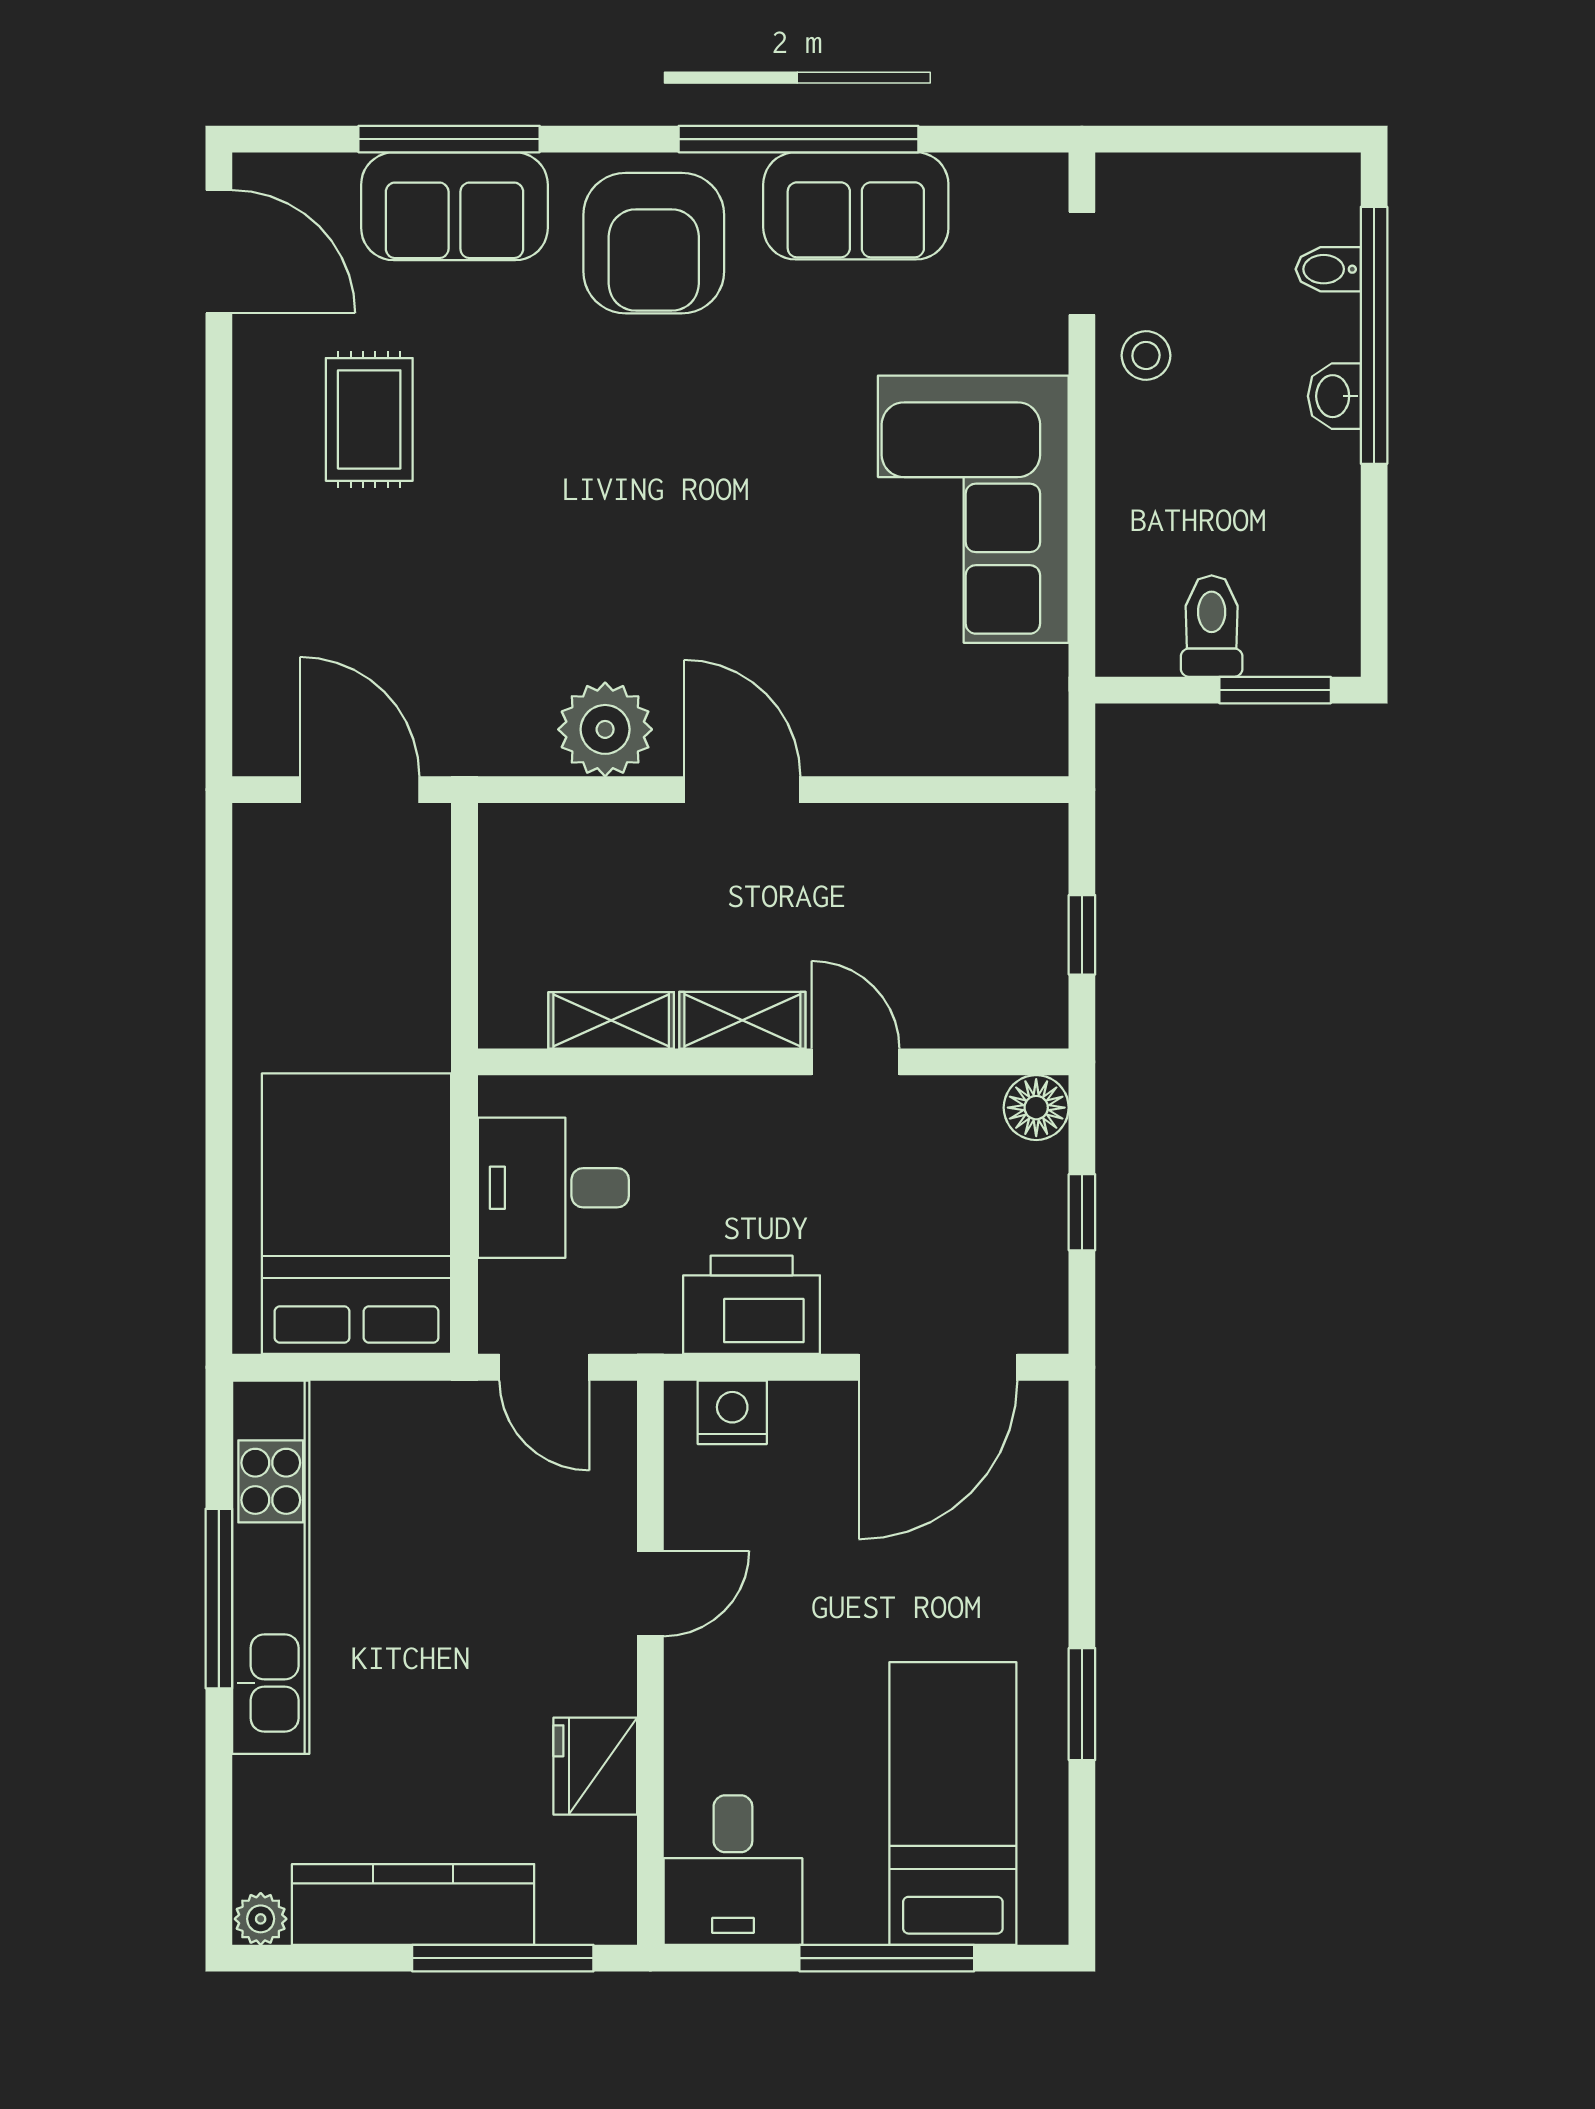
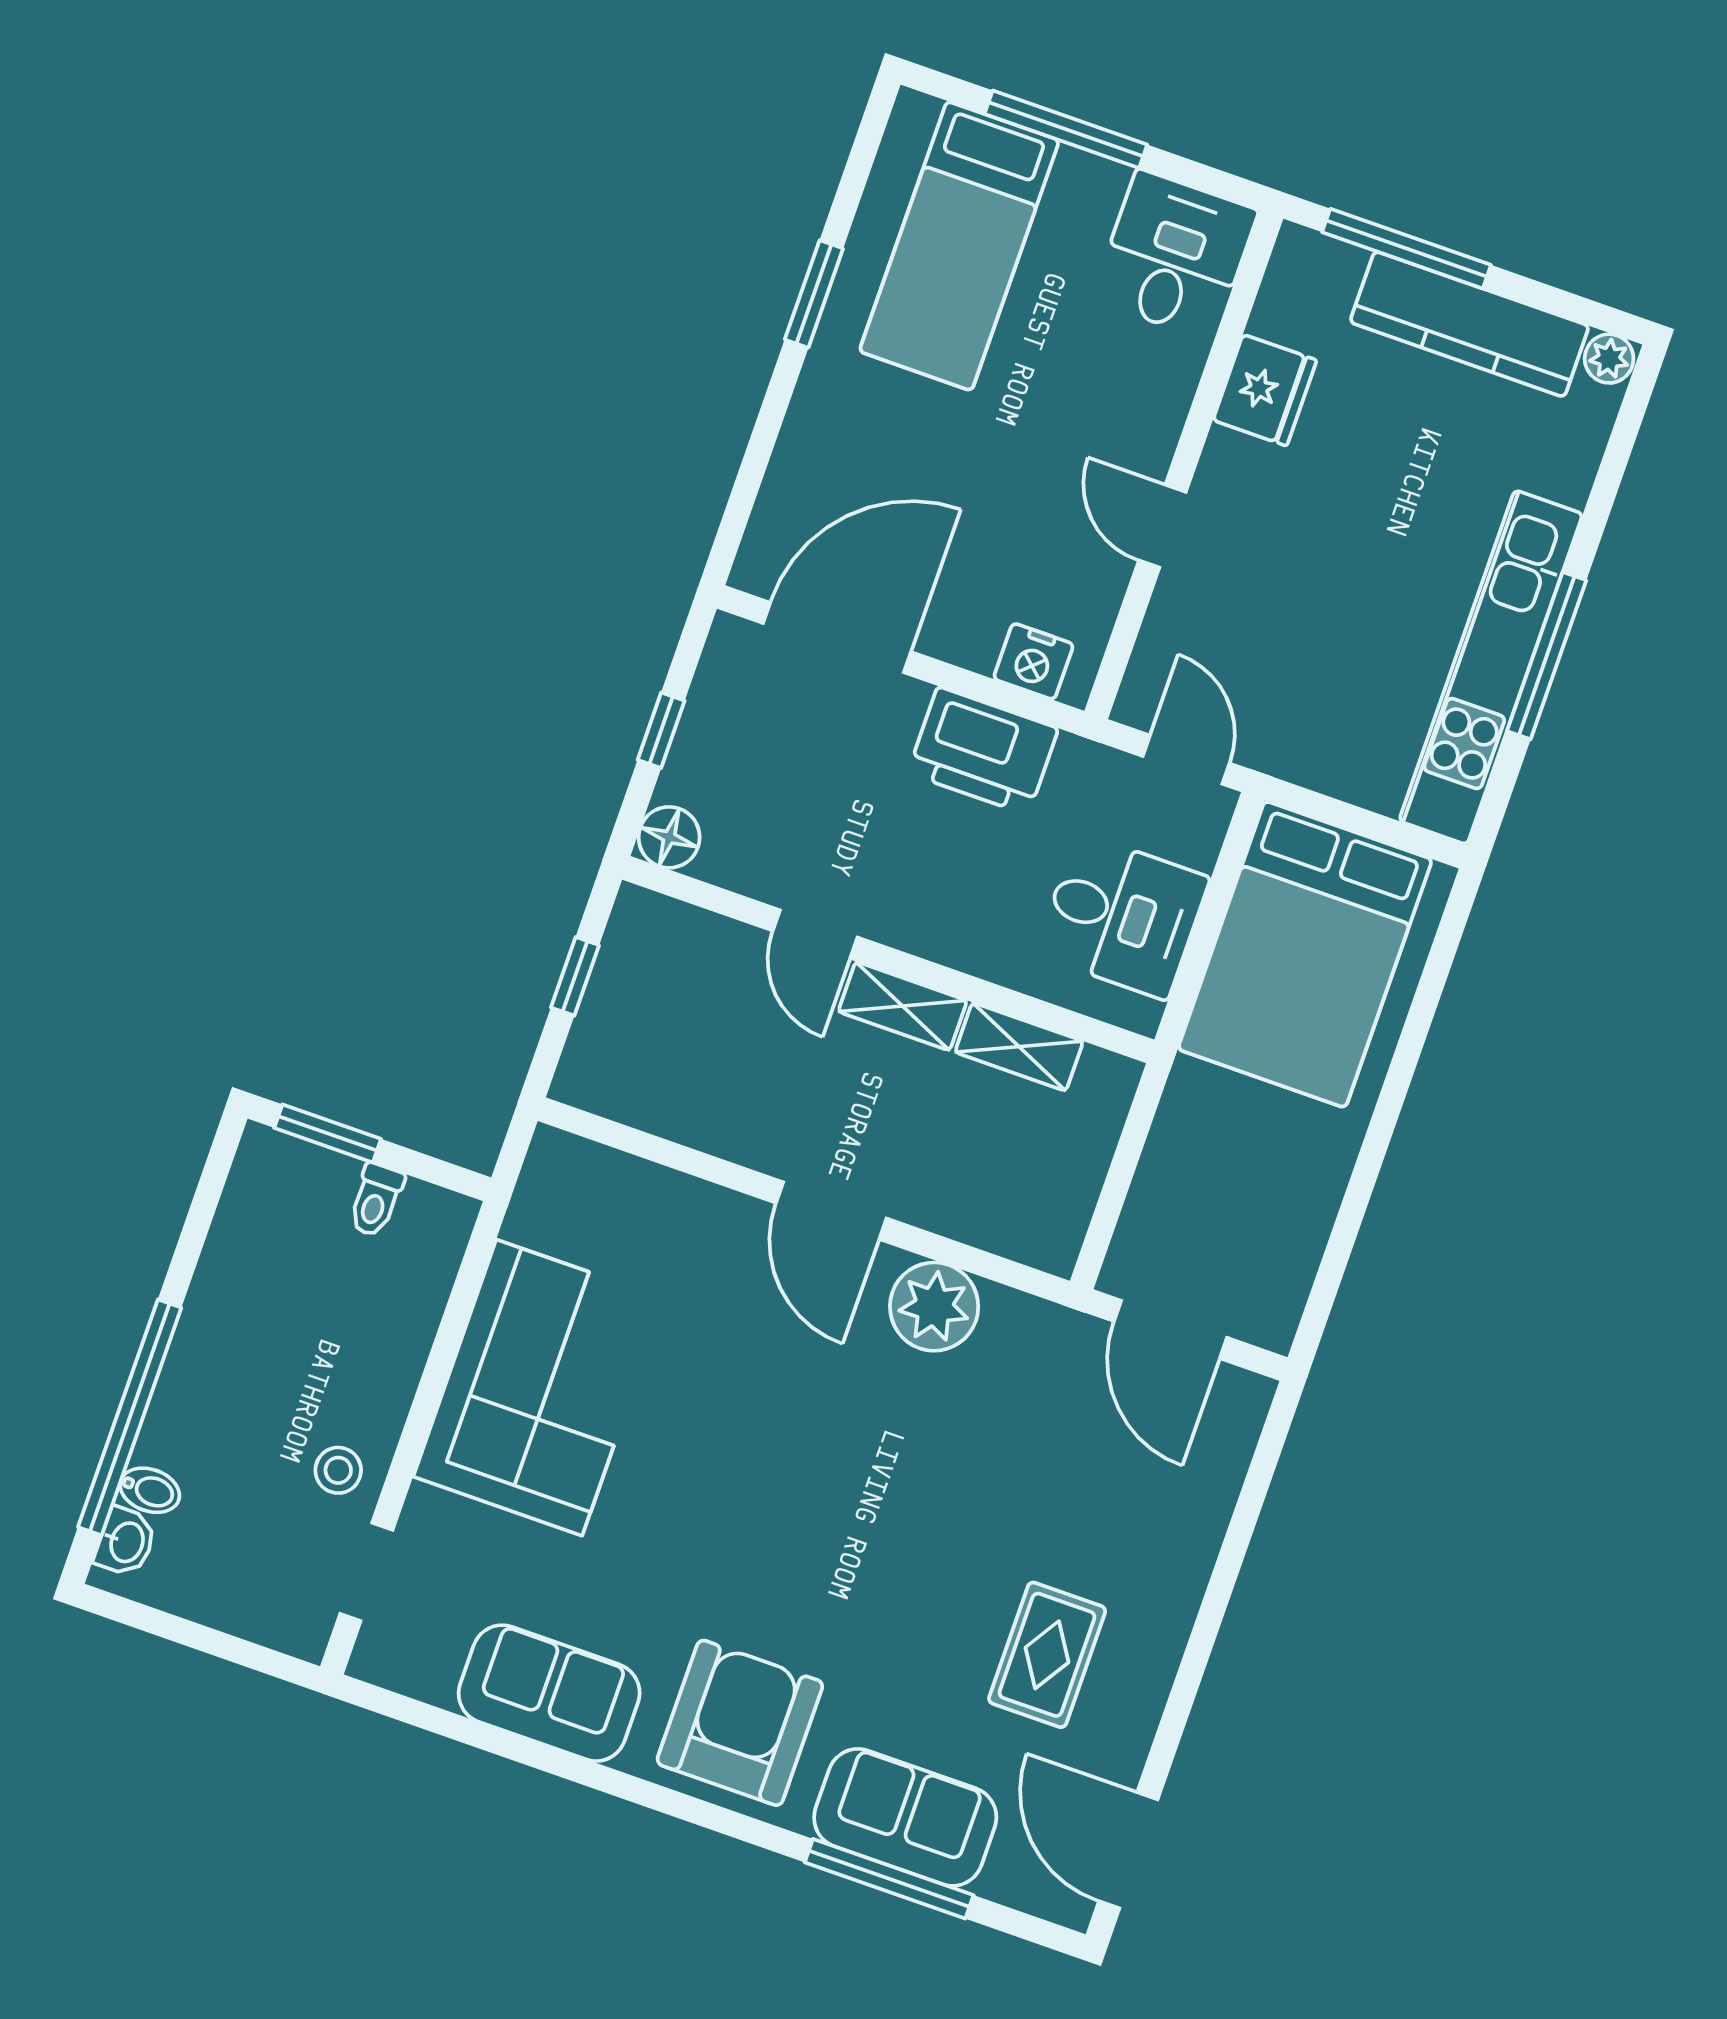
window: (798, 139) -> (579, 1770), removed
washbasin: (1334, 396) -> (126, 1542), moved
toilet: (1212, 626) -> (376, 1200), width x0.73, depth x0.72
door: (650, 1594) -> (1162, 526), hinge flipped

